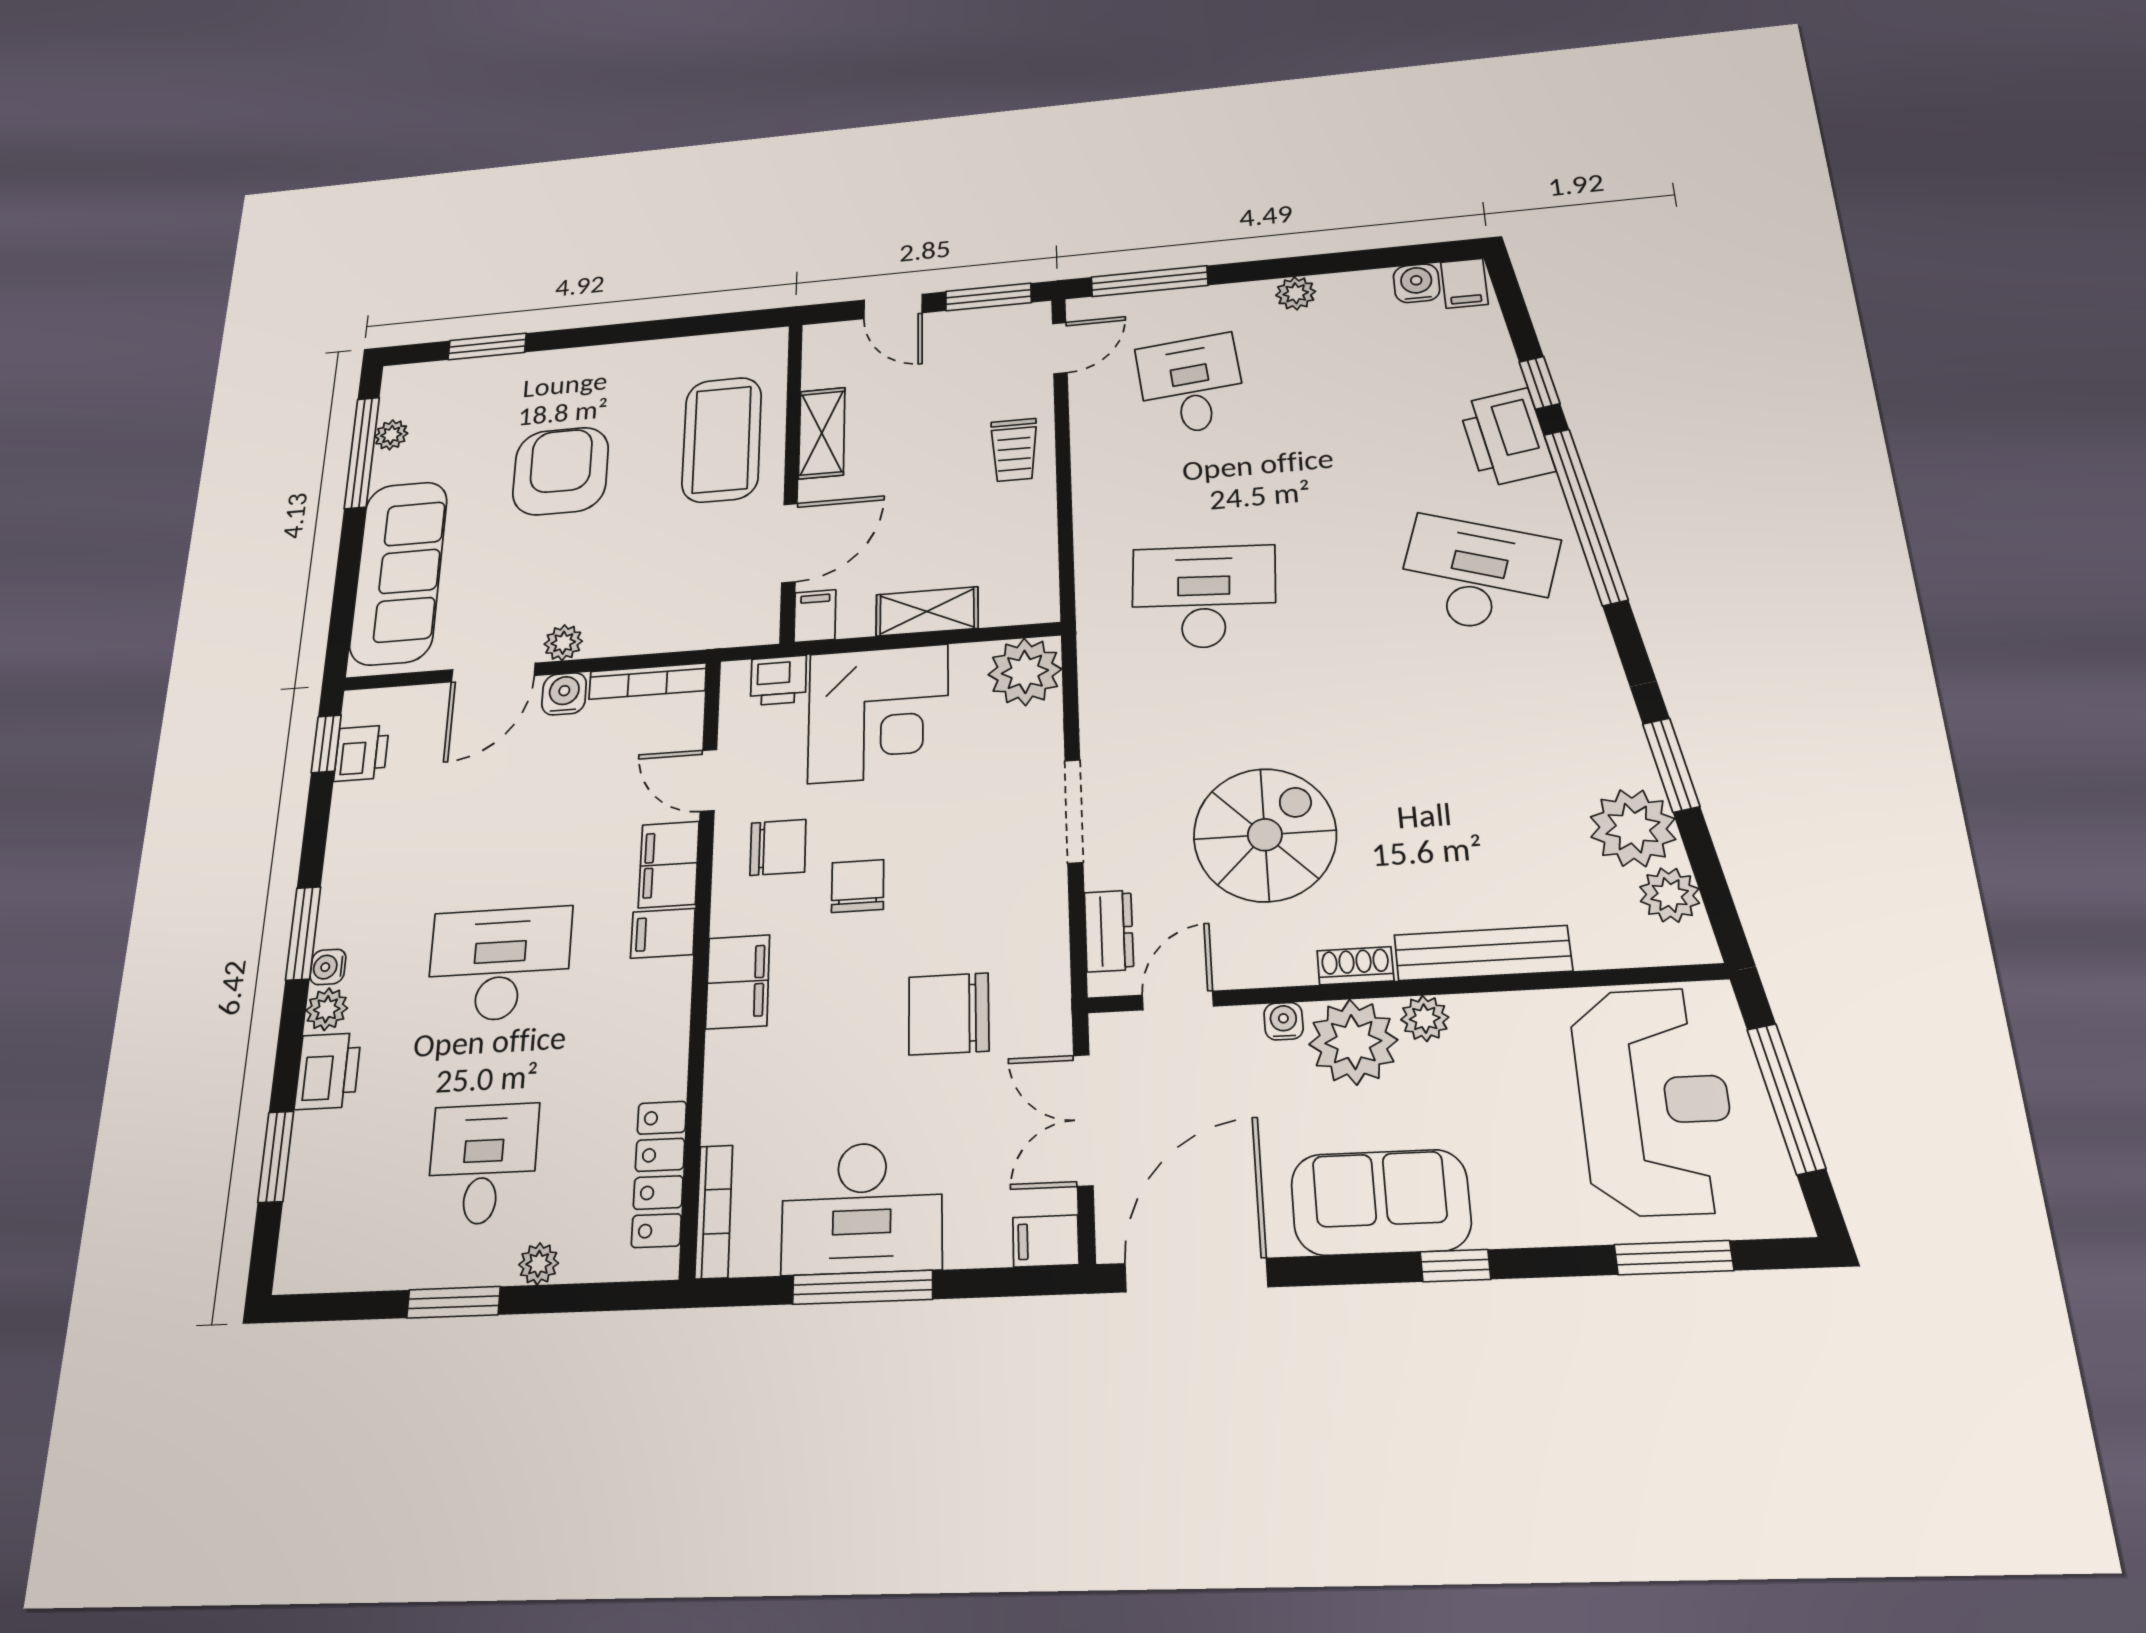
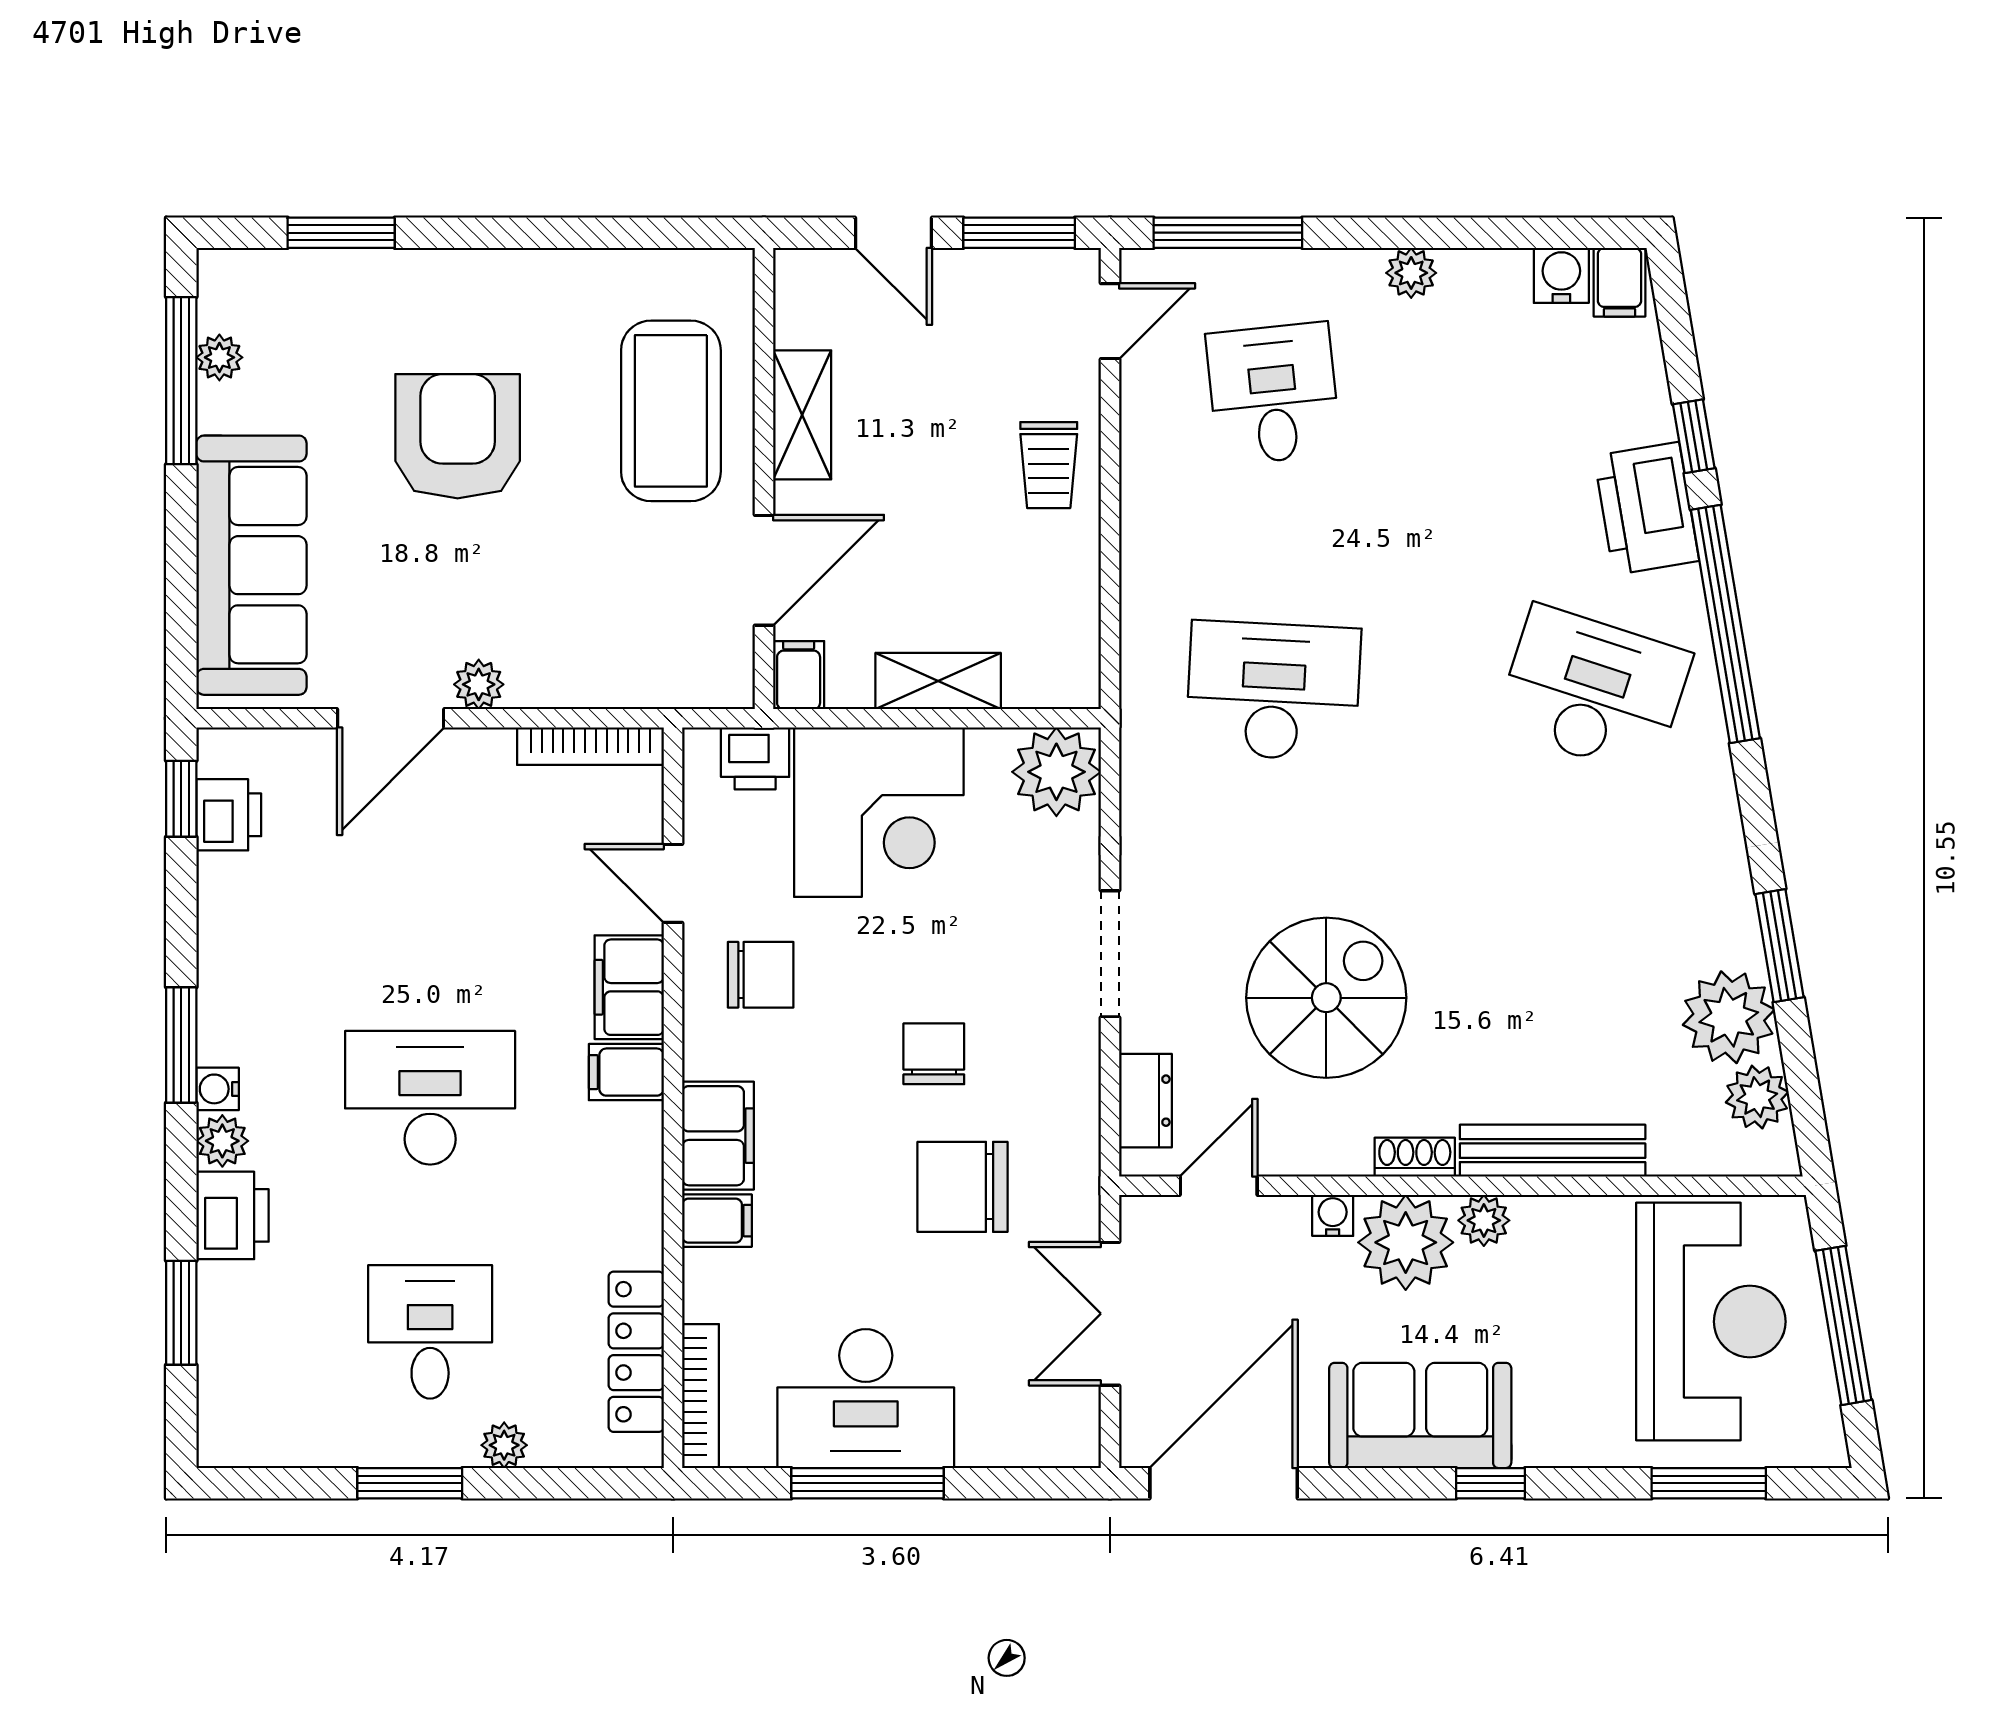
water cooler: (564, 694) -> (485, 755), removed
chair: (858, 886) -> (934, 1054), moved
filing cabinet: (1046, 1241) -> (717, 1221), moved, turned 180

